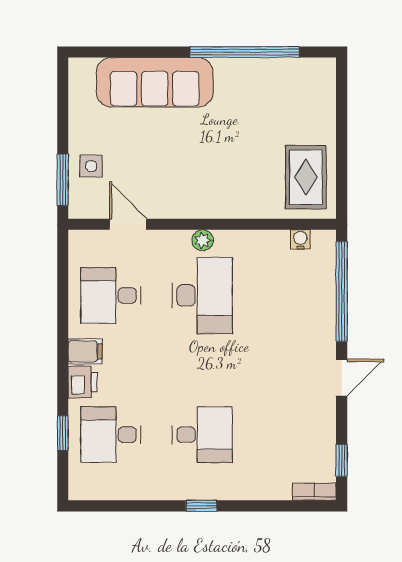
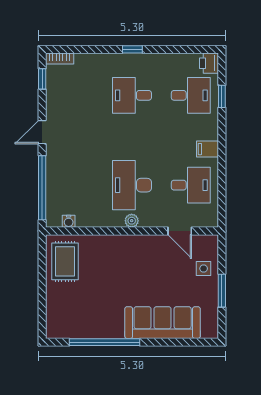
window: (63, 180) -> (222, 291), moved
printer: (83, 382) -> (209, 63), moved

